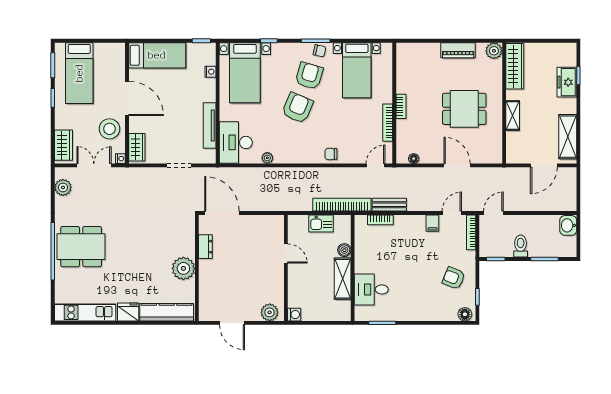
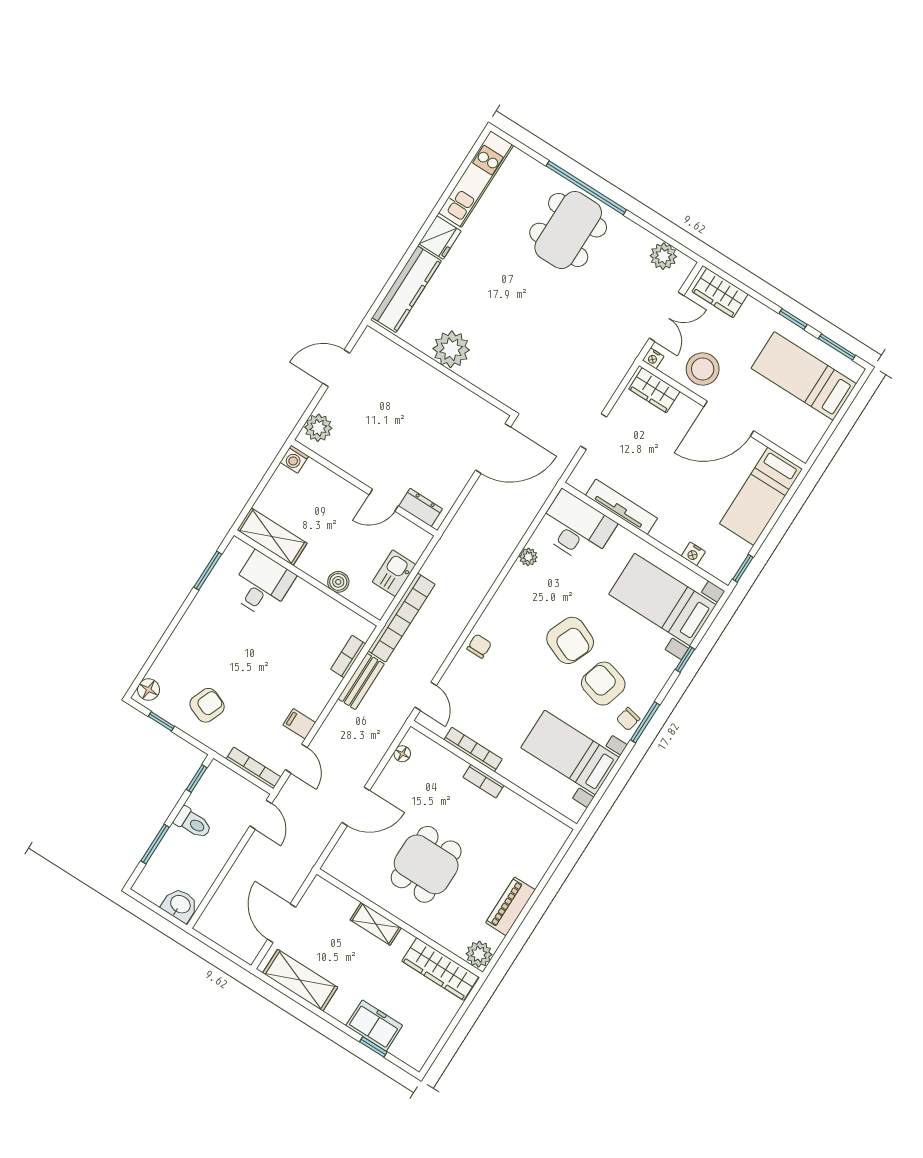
armchair: (309, 76) -> (603, 684), turned 180
dresser: (205, 247) -> (421, 507), moved, turned 180
shelving: (343, 279) -> (272, 537), moved

